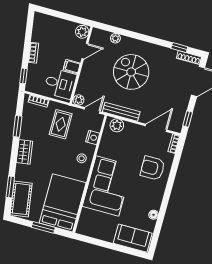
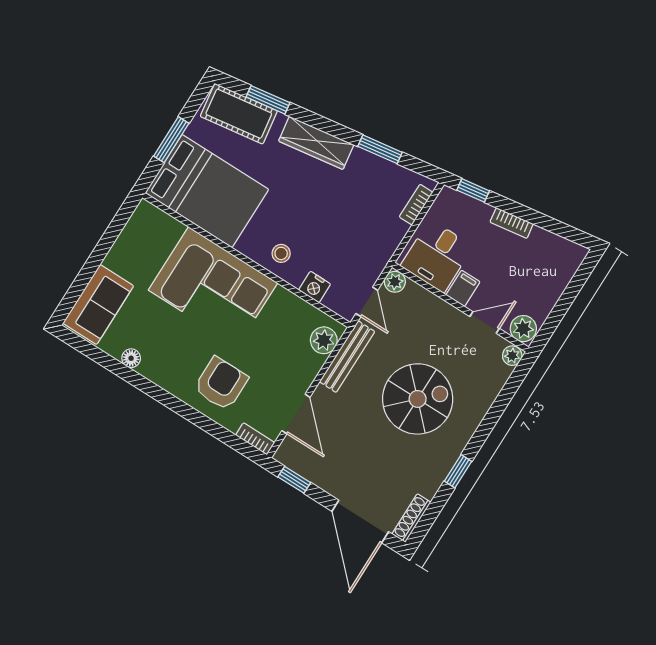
plant: (115, 38) -> (512, 356), moved
window: (179, 48) -> (458, 471), moved
door: (85, 51) -> (485, 322), swing flipped
rug: (61, 124) -> (359, 233), removed
wardrobe: (24, 152) -> (316, 143), width x1.50

